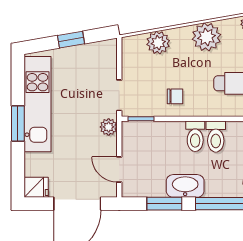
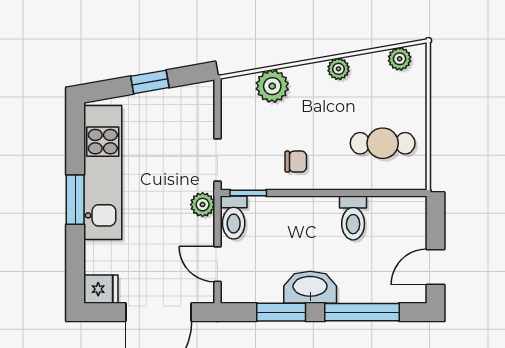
plant: (207, 37) -> (338, 69), width x0.53, depth x0.53
toilet: (195, 136) -> (234, 217), moved

